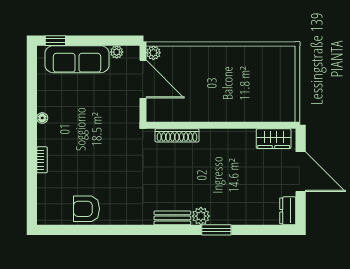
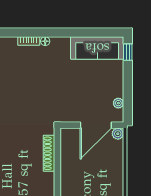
sofa: (77, 59) -> (97, 48), moved, turned -90
floor lamp: (42, 118) -> (45, 41), moved

